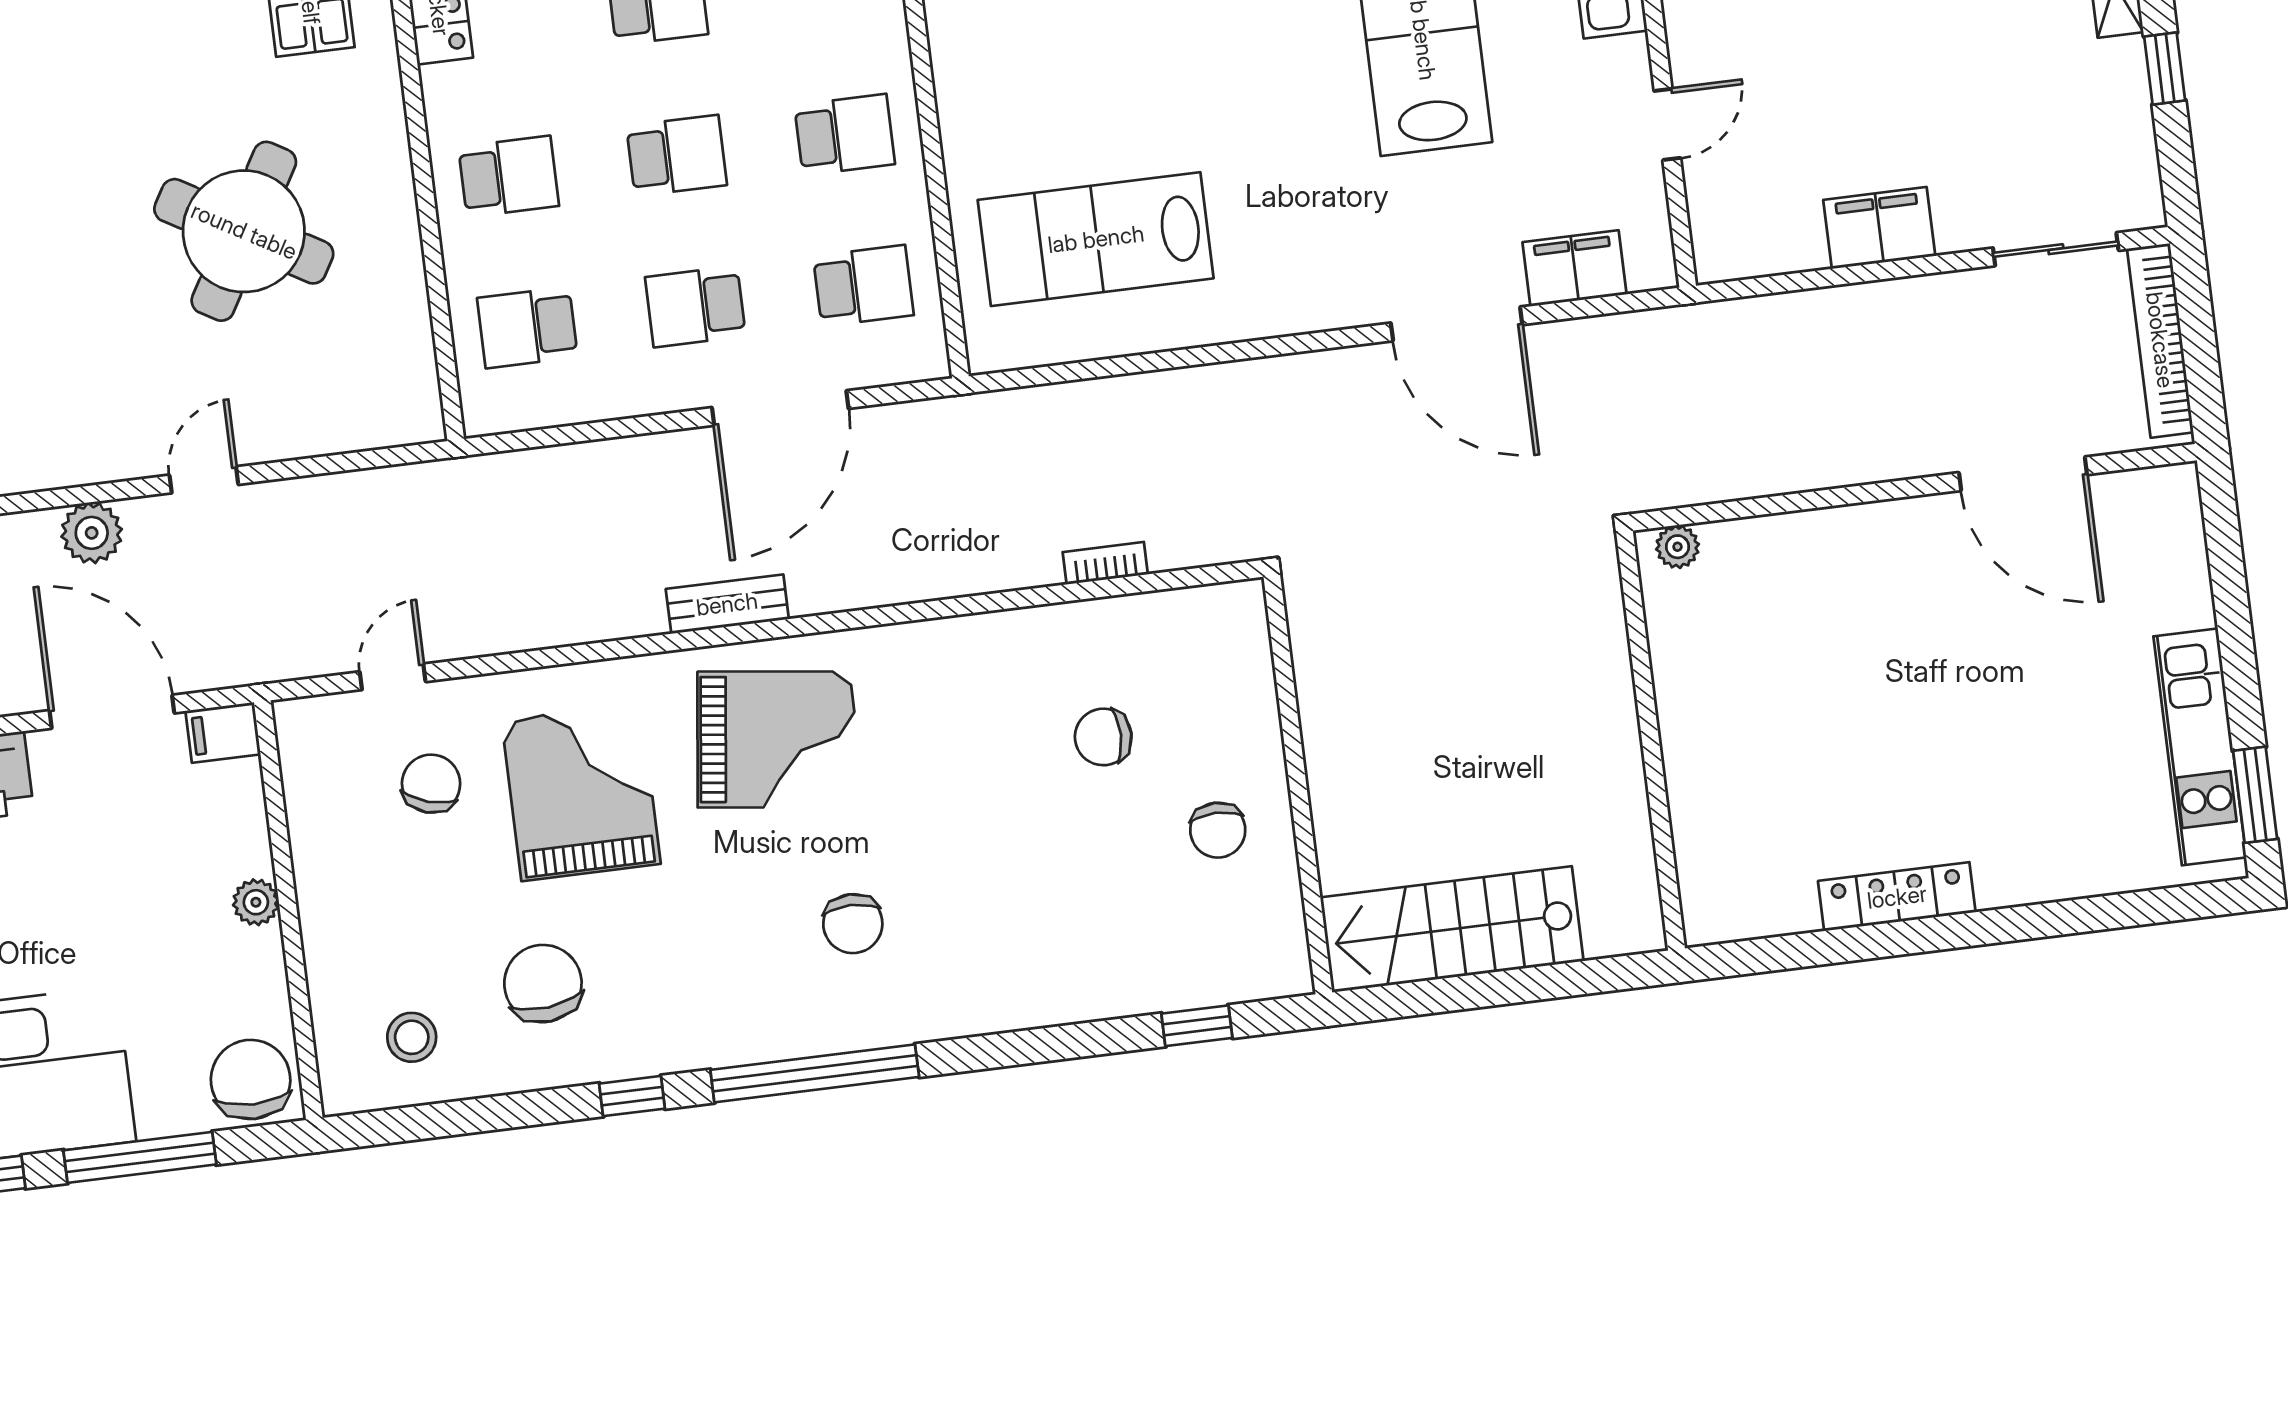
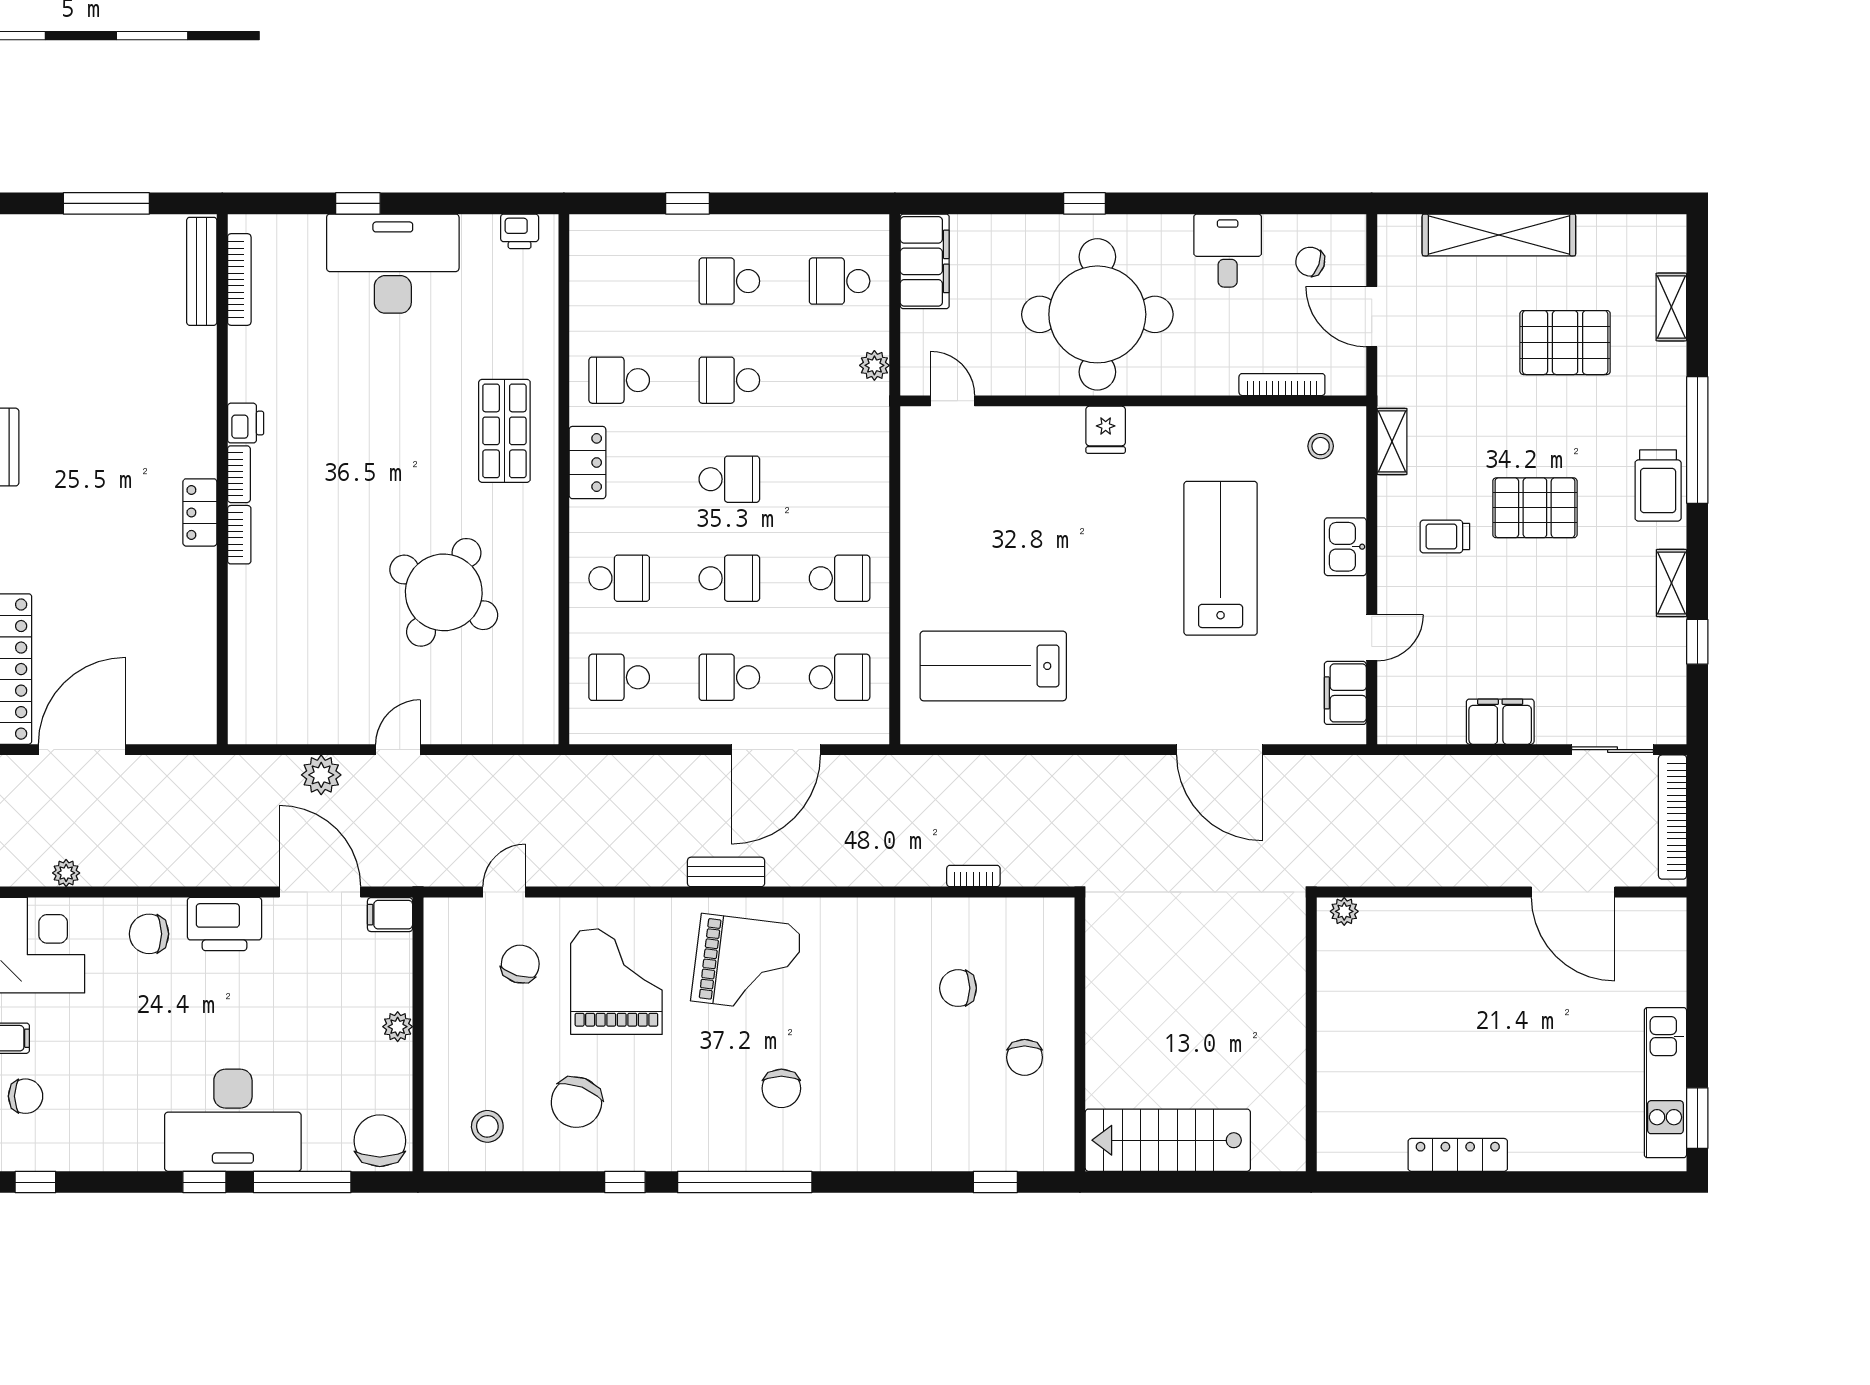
filing cabinet: (1575, 268) -> (1345, 693), moved, turned -90
chair: (543, 984) -> (576, 1102), turned -153

